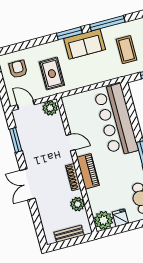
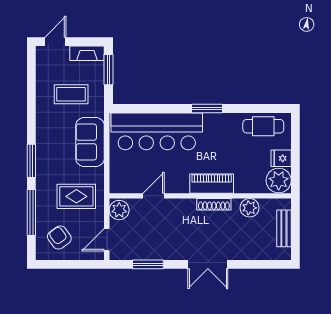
window: (107, 23) -> (31, 213), moved
sofa: (85, 44) -> (90, 142), moved, turned 180
armchair: (18, 69) -> (59, 237), turned 54
door: (71, 143) -> (154, 196), moved

